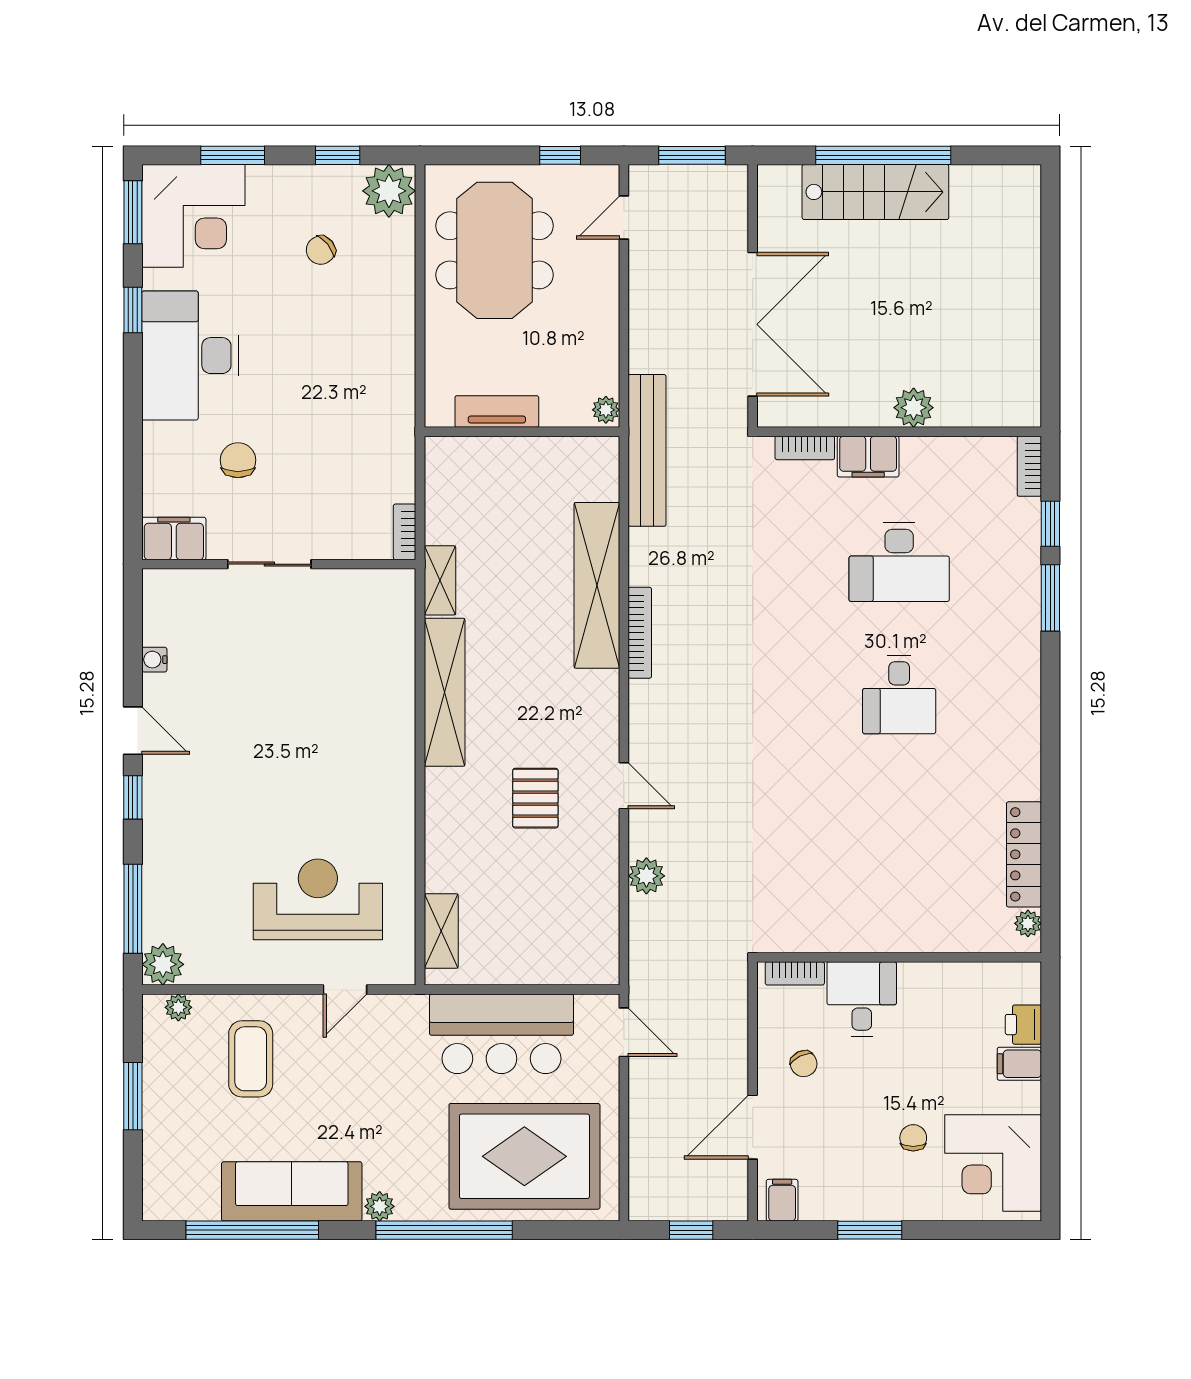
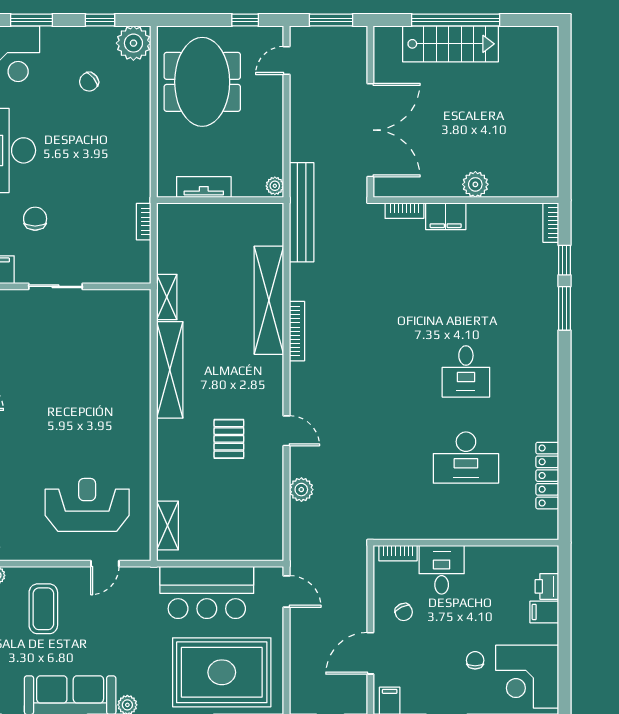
bookcase: (405, 532) -> (144, 222), moved
desk: (899, 562) -> (466, 458), moved
plant: (1028, 923) -> (550, 521), removed

